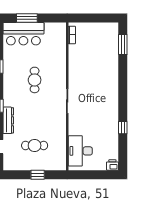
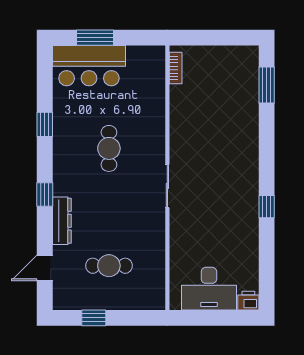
window: (123, 128) -> (267, 207), moved
desk: (80, 151) -> (209, 289), moved, turned -90
window: (38, 175) -> (94, 318), moved

